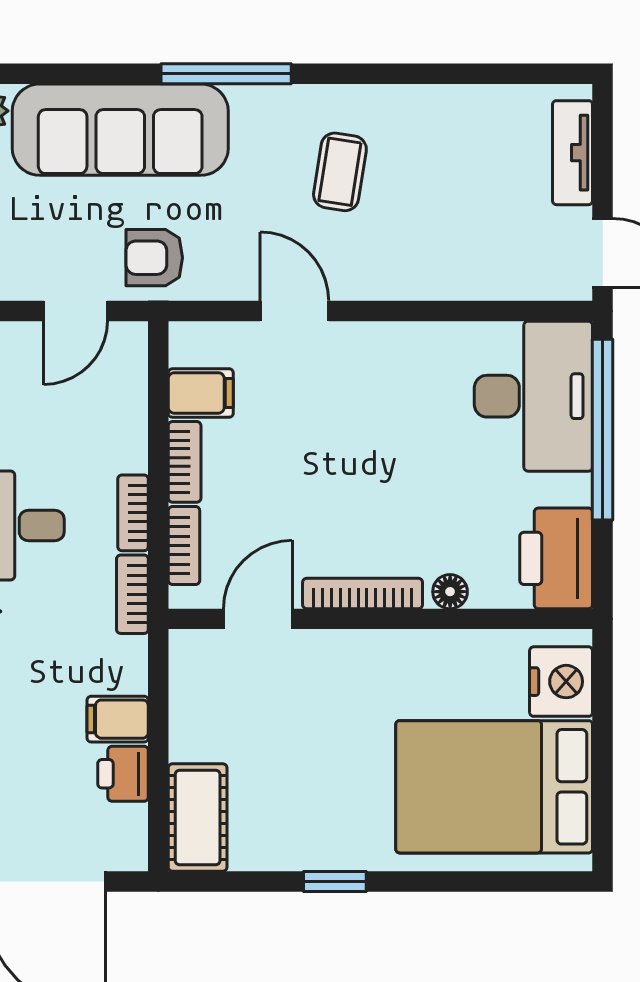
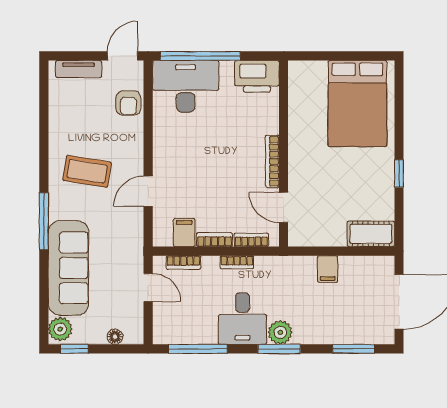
coffee table: (340, 172) -> (87, 171), width x1.36, depth x1.30
armchair: (154, 258) -> (128, 103), moved
floor lamp: (450, 592) -> (272, 123), removed
bookcase: (132, 594) -> (183, 263), moved
nightstand: (561, 682) -> (311, 74), removed
printer: (123, 774) -> (352, 267), removed

